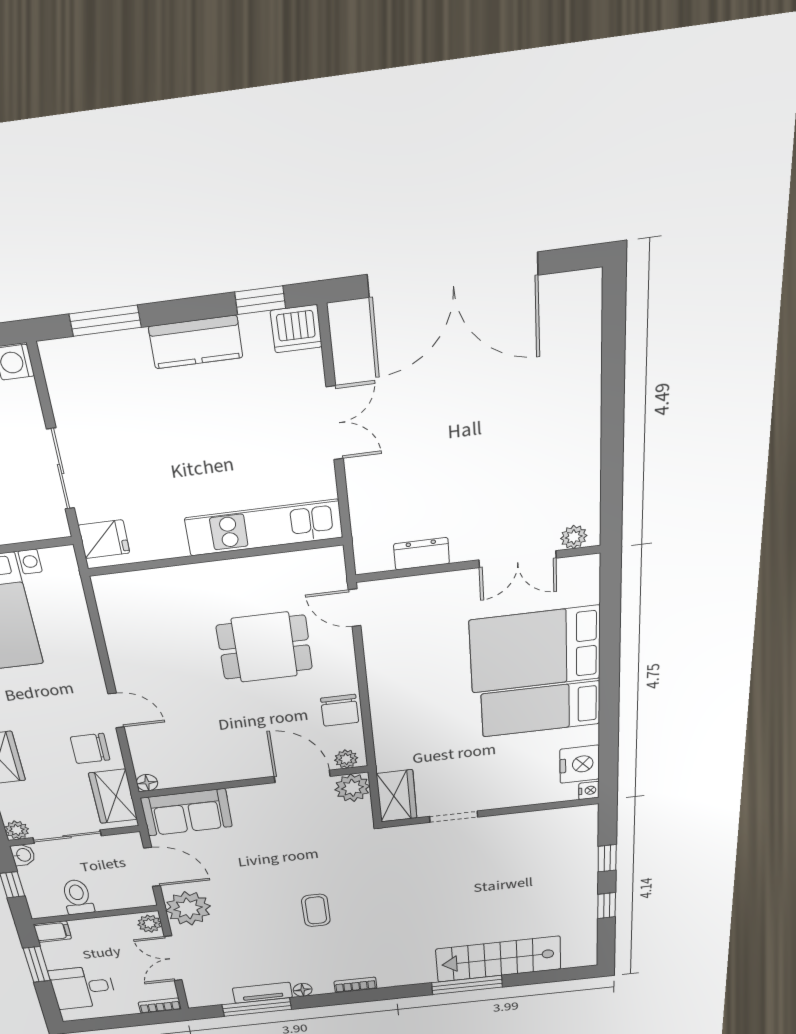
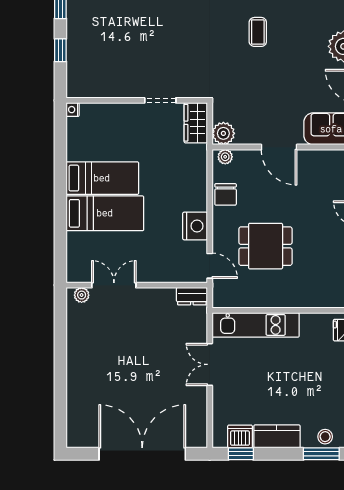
dishwasher: (296, 329) -> (240, 436), moved
stool: (104, 354) -> (325, 437), added
double door: (335, 423) -> (210, 364), moved
dresser: (422, 554) -> (192, 296), moved
bed: (535, 650) -> (105, 213), width x0.67
chair: (340, 710) -> (226, 194), turned 180
nightstand: (580, 764) -> (195, 226), moved, turned 180
door: (302, 776) -> (279, 147), moved

